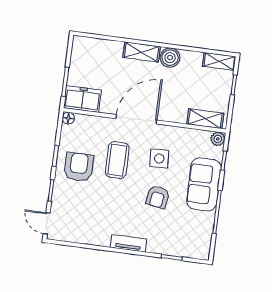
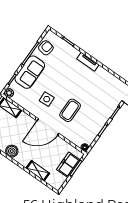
shelving: (142, 52) -> (38, 171), moved
freezer: (82, 99) -> (68, 165), moved, turned 90
armchair: (79, 167) -> (93, 118), removed
armchair: (158, 197) -> (46, 48), moved

